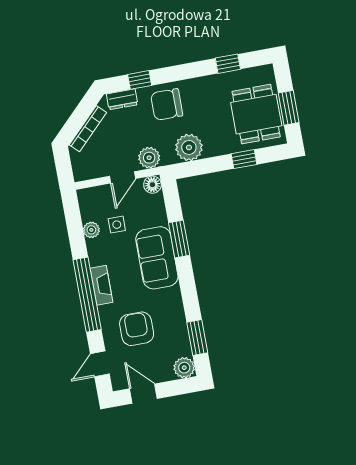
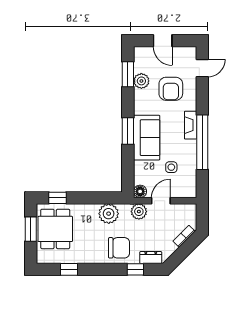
bookcase: (88, 129) -> (184, 236), width x0.64
window: (244, 159) -> (57, 198), moved
plant: (91, 230) -> (191, 167), removed
window: (179, 239) -> (128, 131), moved
window: (87, 295) -> (202, 142), moved
plant: (184, 368) -> (141, 81), moved
door: (143, 394) -> (163, 41), moved

